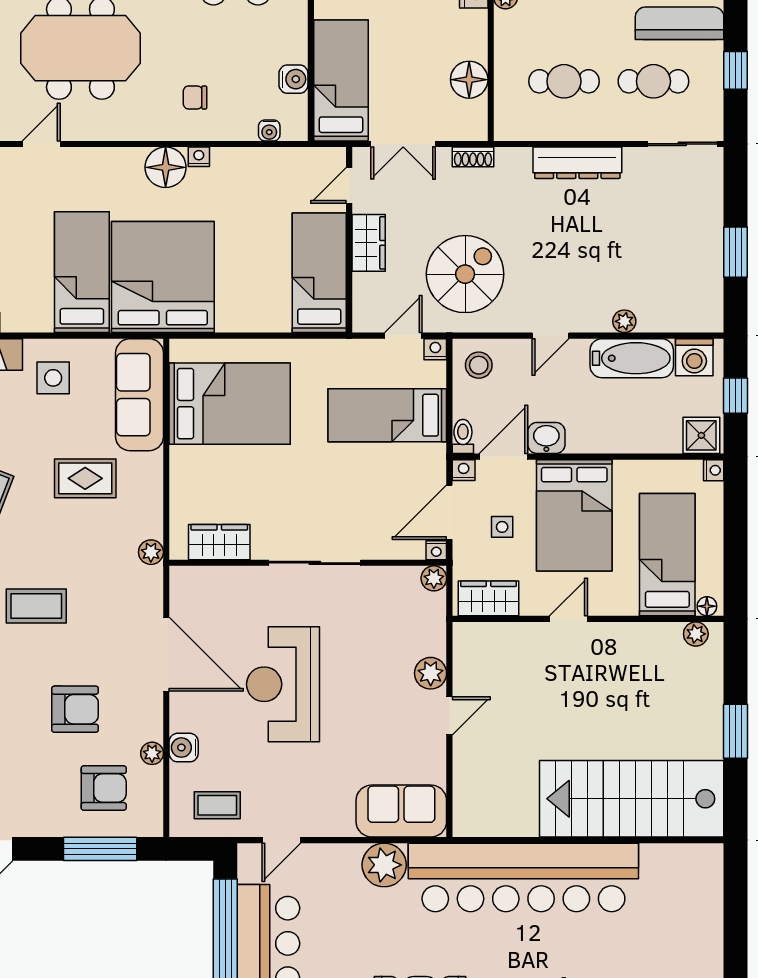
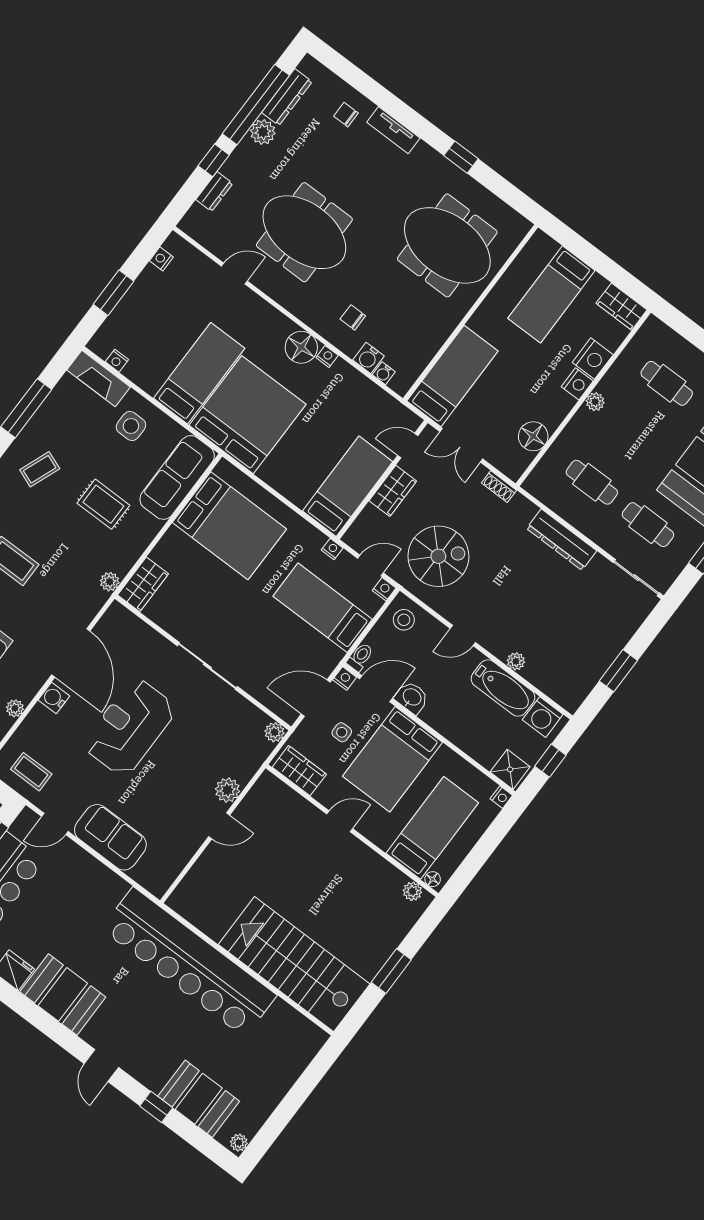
water cooler: (293, 79) -> (368, 358), moved, turned 90
wardrobe: (219, 542) -> (143, 584), moved, turned 90
nightstand: (436, 550) -> (332, 549), moved, turned 180
water cooler: (184, 748) -> (54, 698), moved
sofa: (401, 811) -> (110, 837), moved
plant: (384, 865) -> (108, 888), removed

